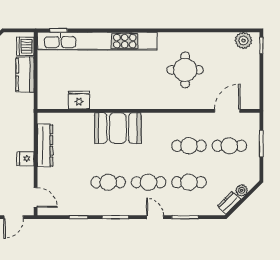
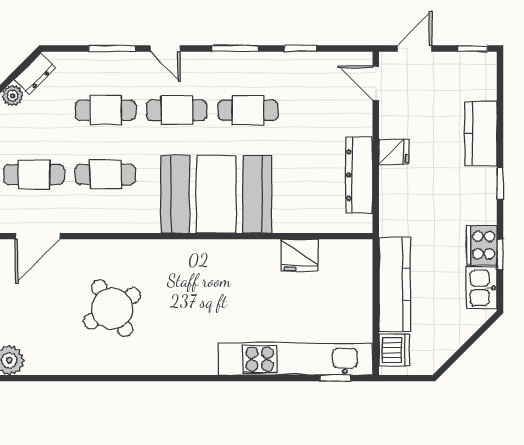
kitchen unit: (97, 41) -> (295, 359), width x0.73
round table: (185, 70) -> (112, 308), turned -32
kitchen counter: (25, 75) -> (395, 285), width x1.50
booth: (118, 128) -> (216, 194), width x1.36, depth x1.42

